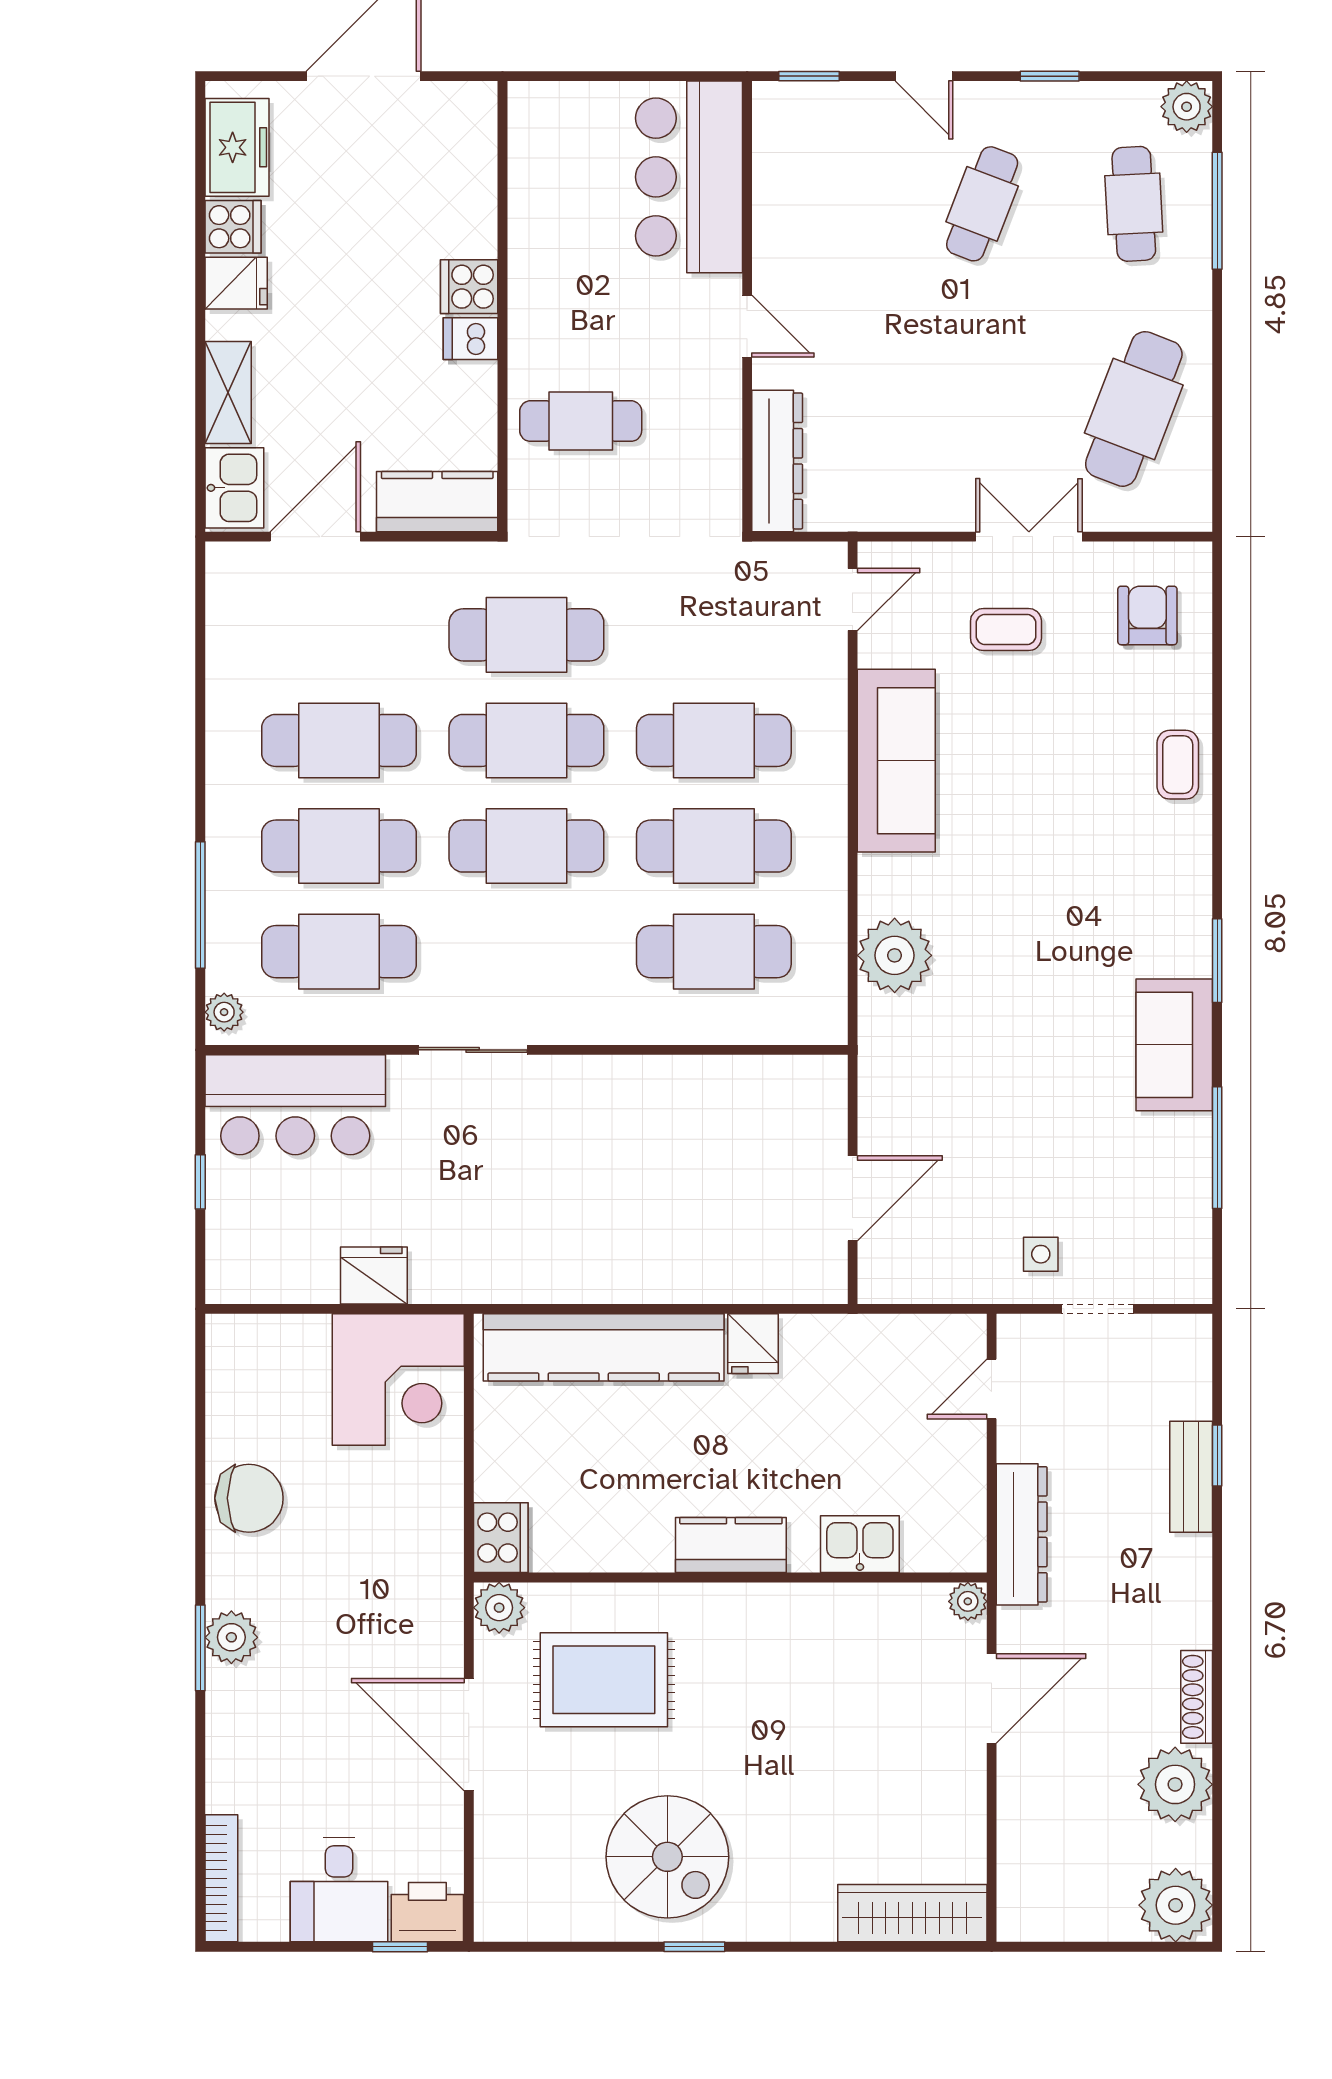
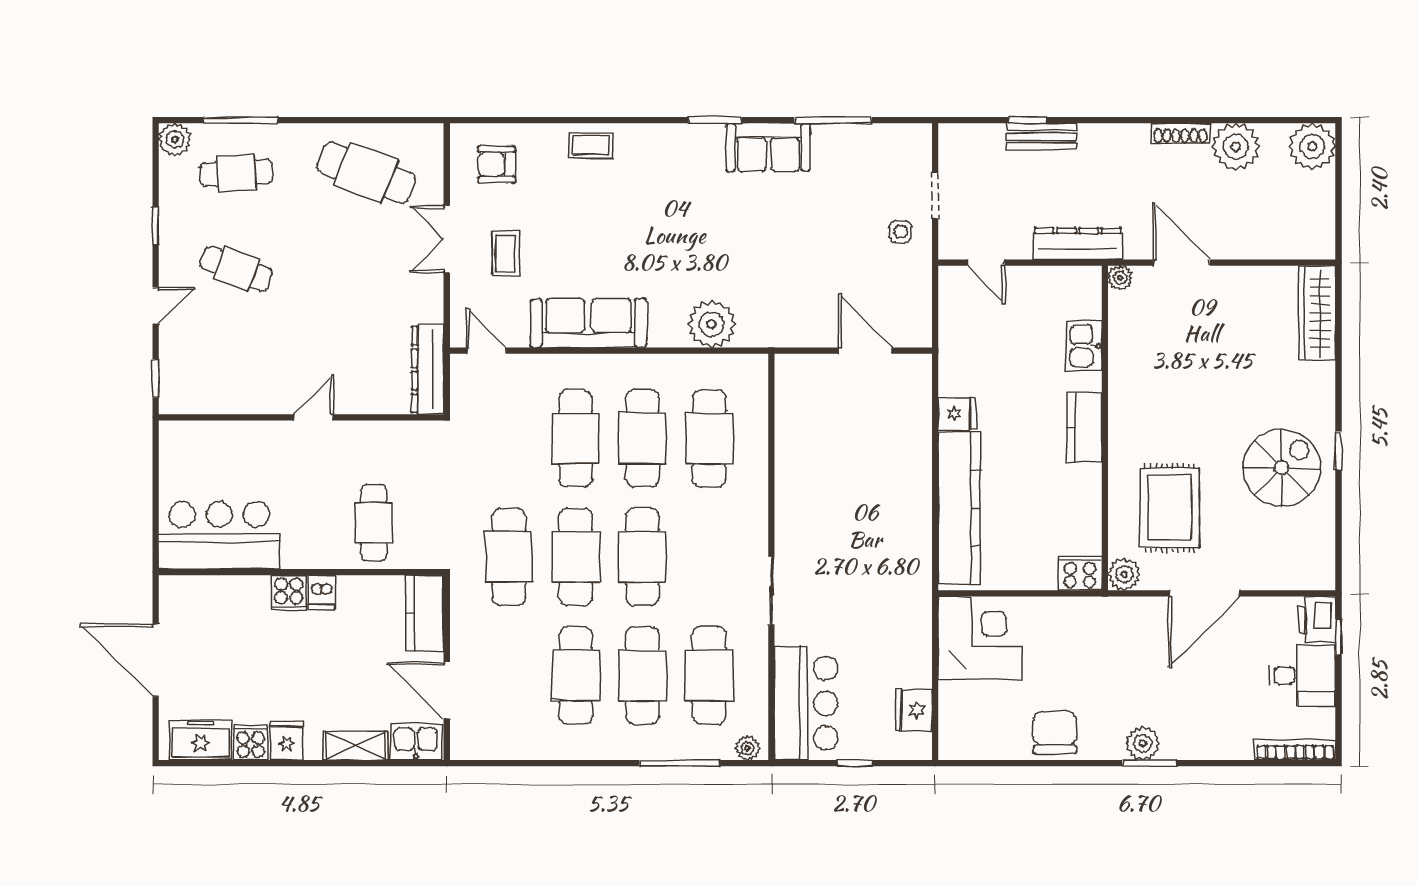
bar counter: (689, 177) -> (219, 535), moved, turned 180
dresser: (777, 461) -> (428, 370), moved, turned -90
fridge: (374, 1275) -> (914, 710), moved

